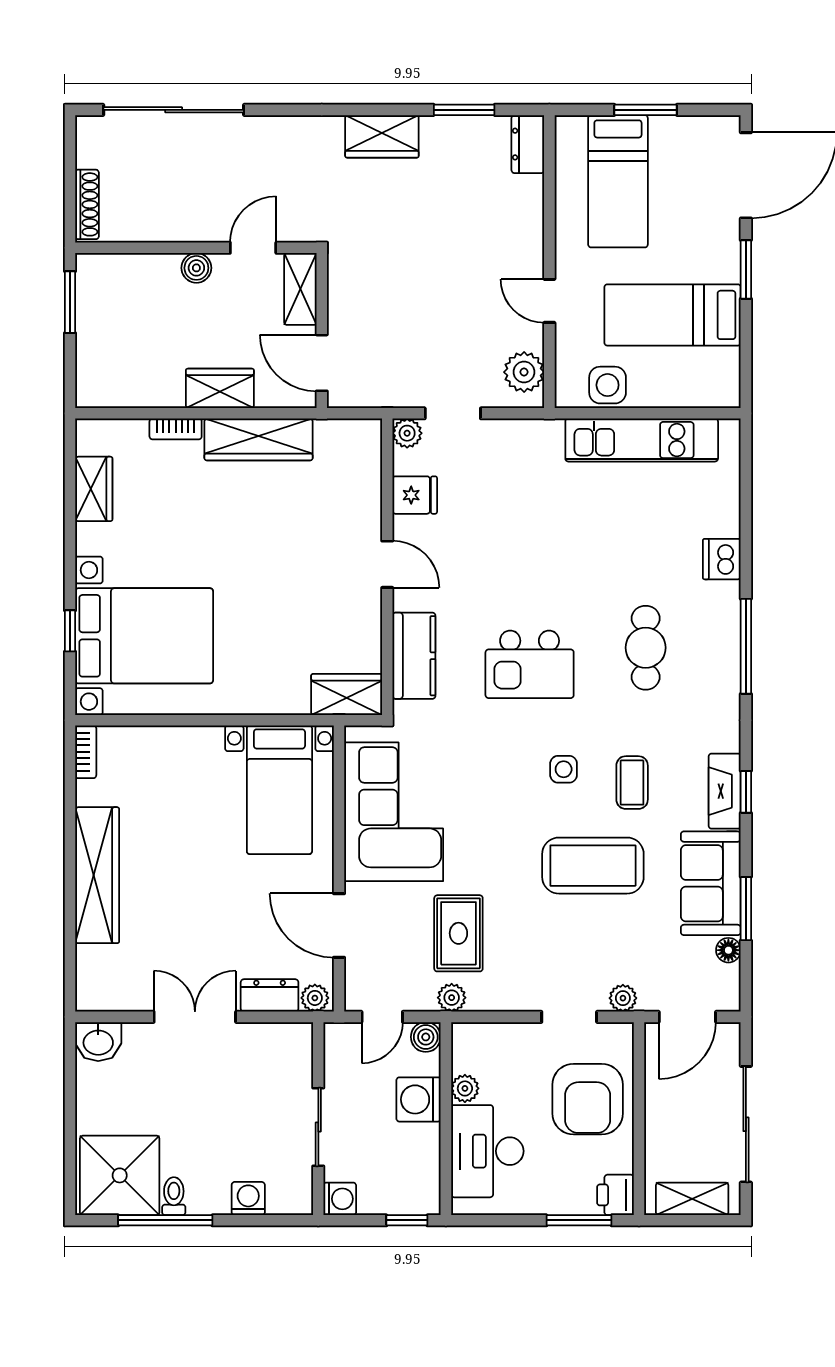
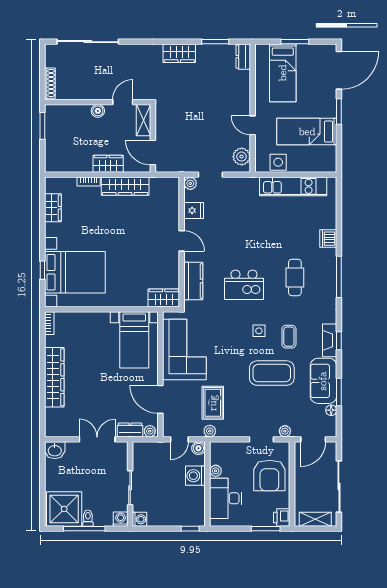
wall: (318, 1119) -> (130, 484), moved
sliding door: (318, 1127) -> (130, 488), moved
washing machine: (340, 1199) -> (140, 519), moved

